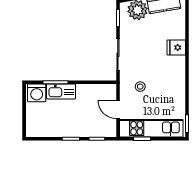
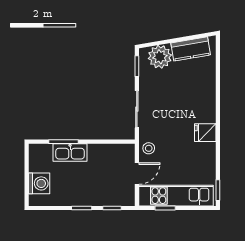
fridge: (176, 48) -> (205, 133), moved
stool: (140, 87) -> (149, 148), moved
washing machine: (37, 93) -> (39, 183), moved, turned -90
door: (118, 109) -> (137, 174), swing flipped

